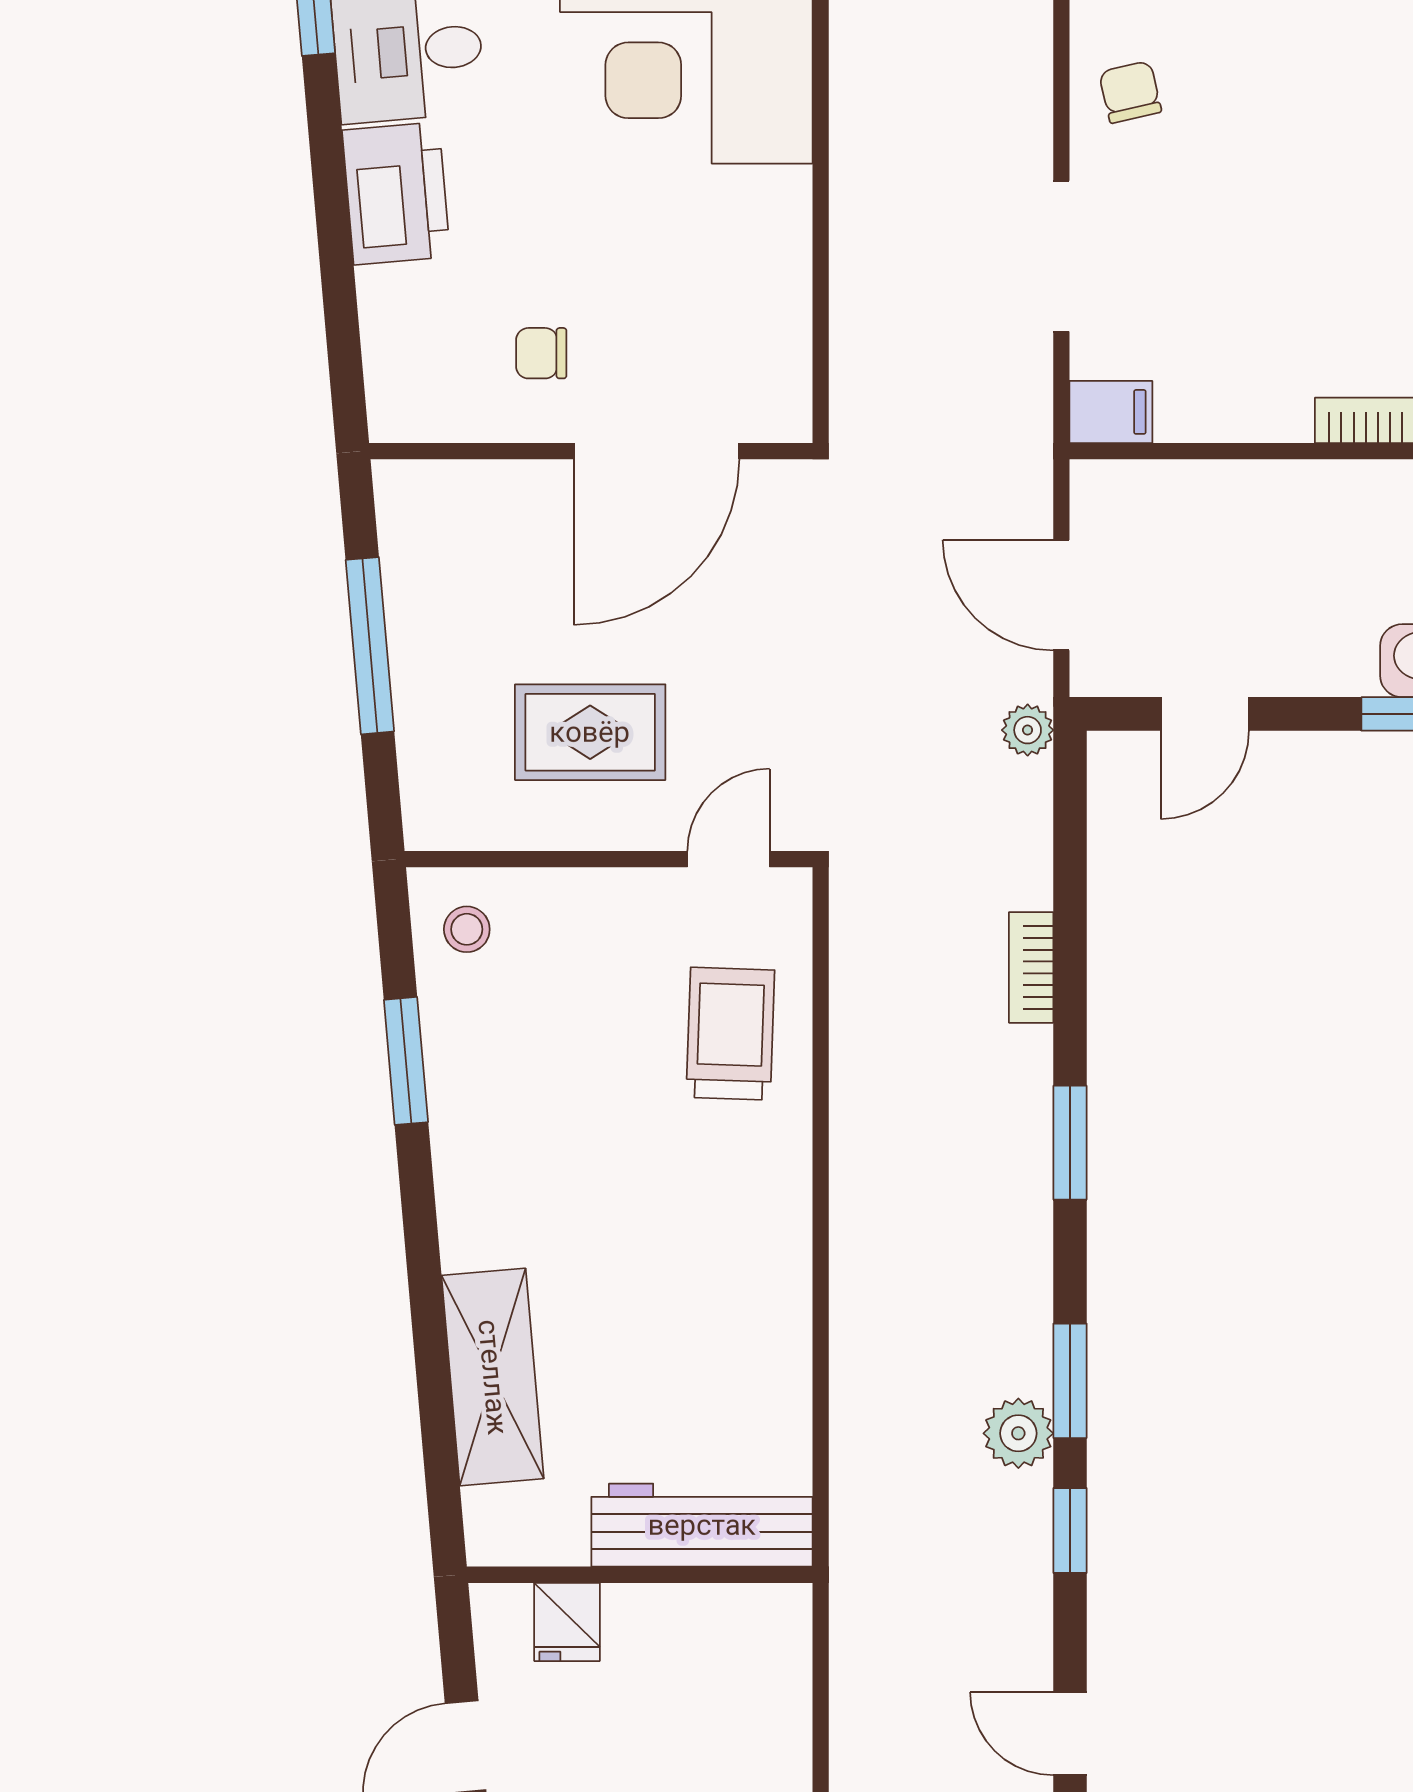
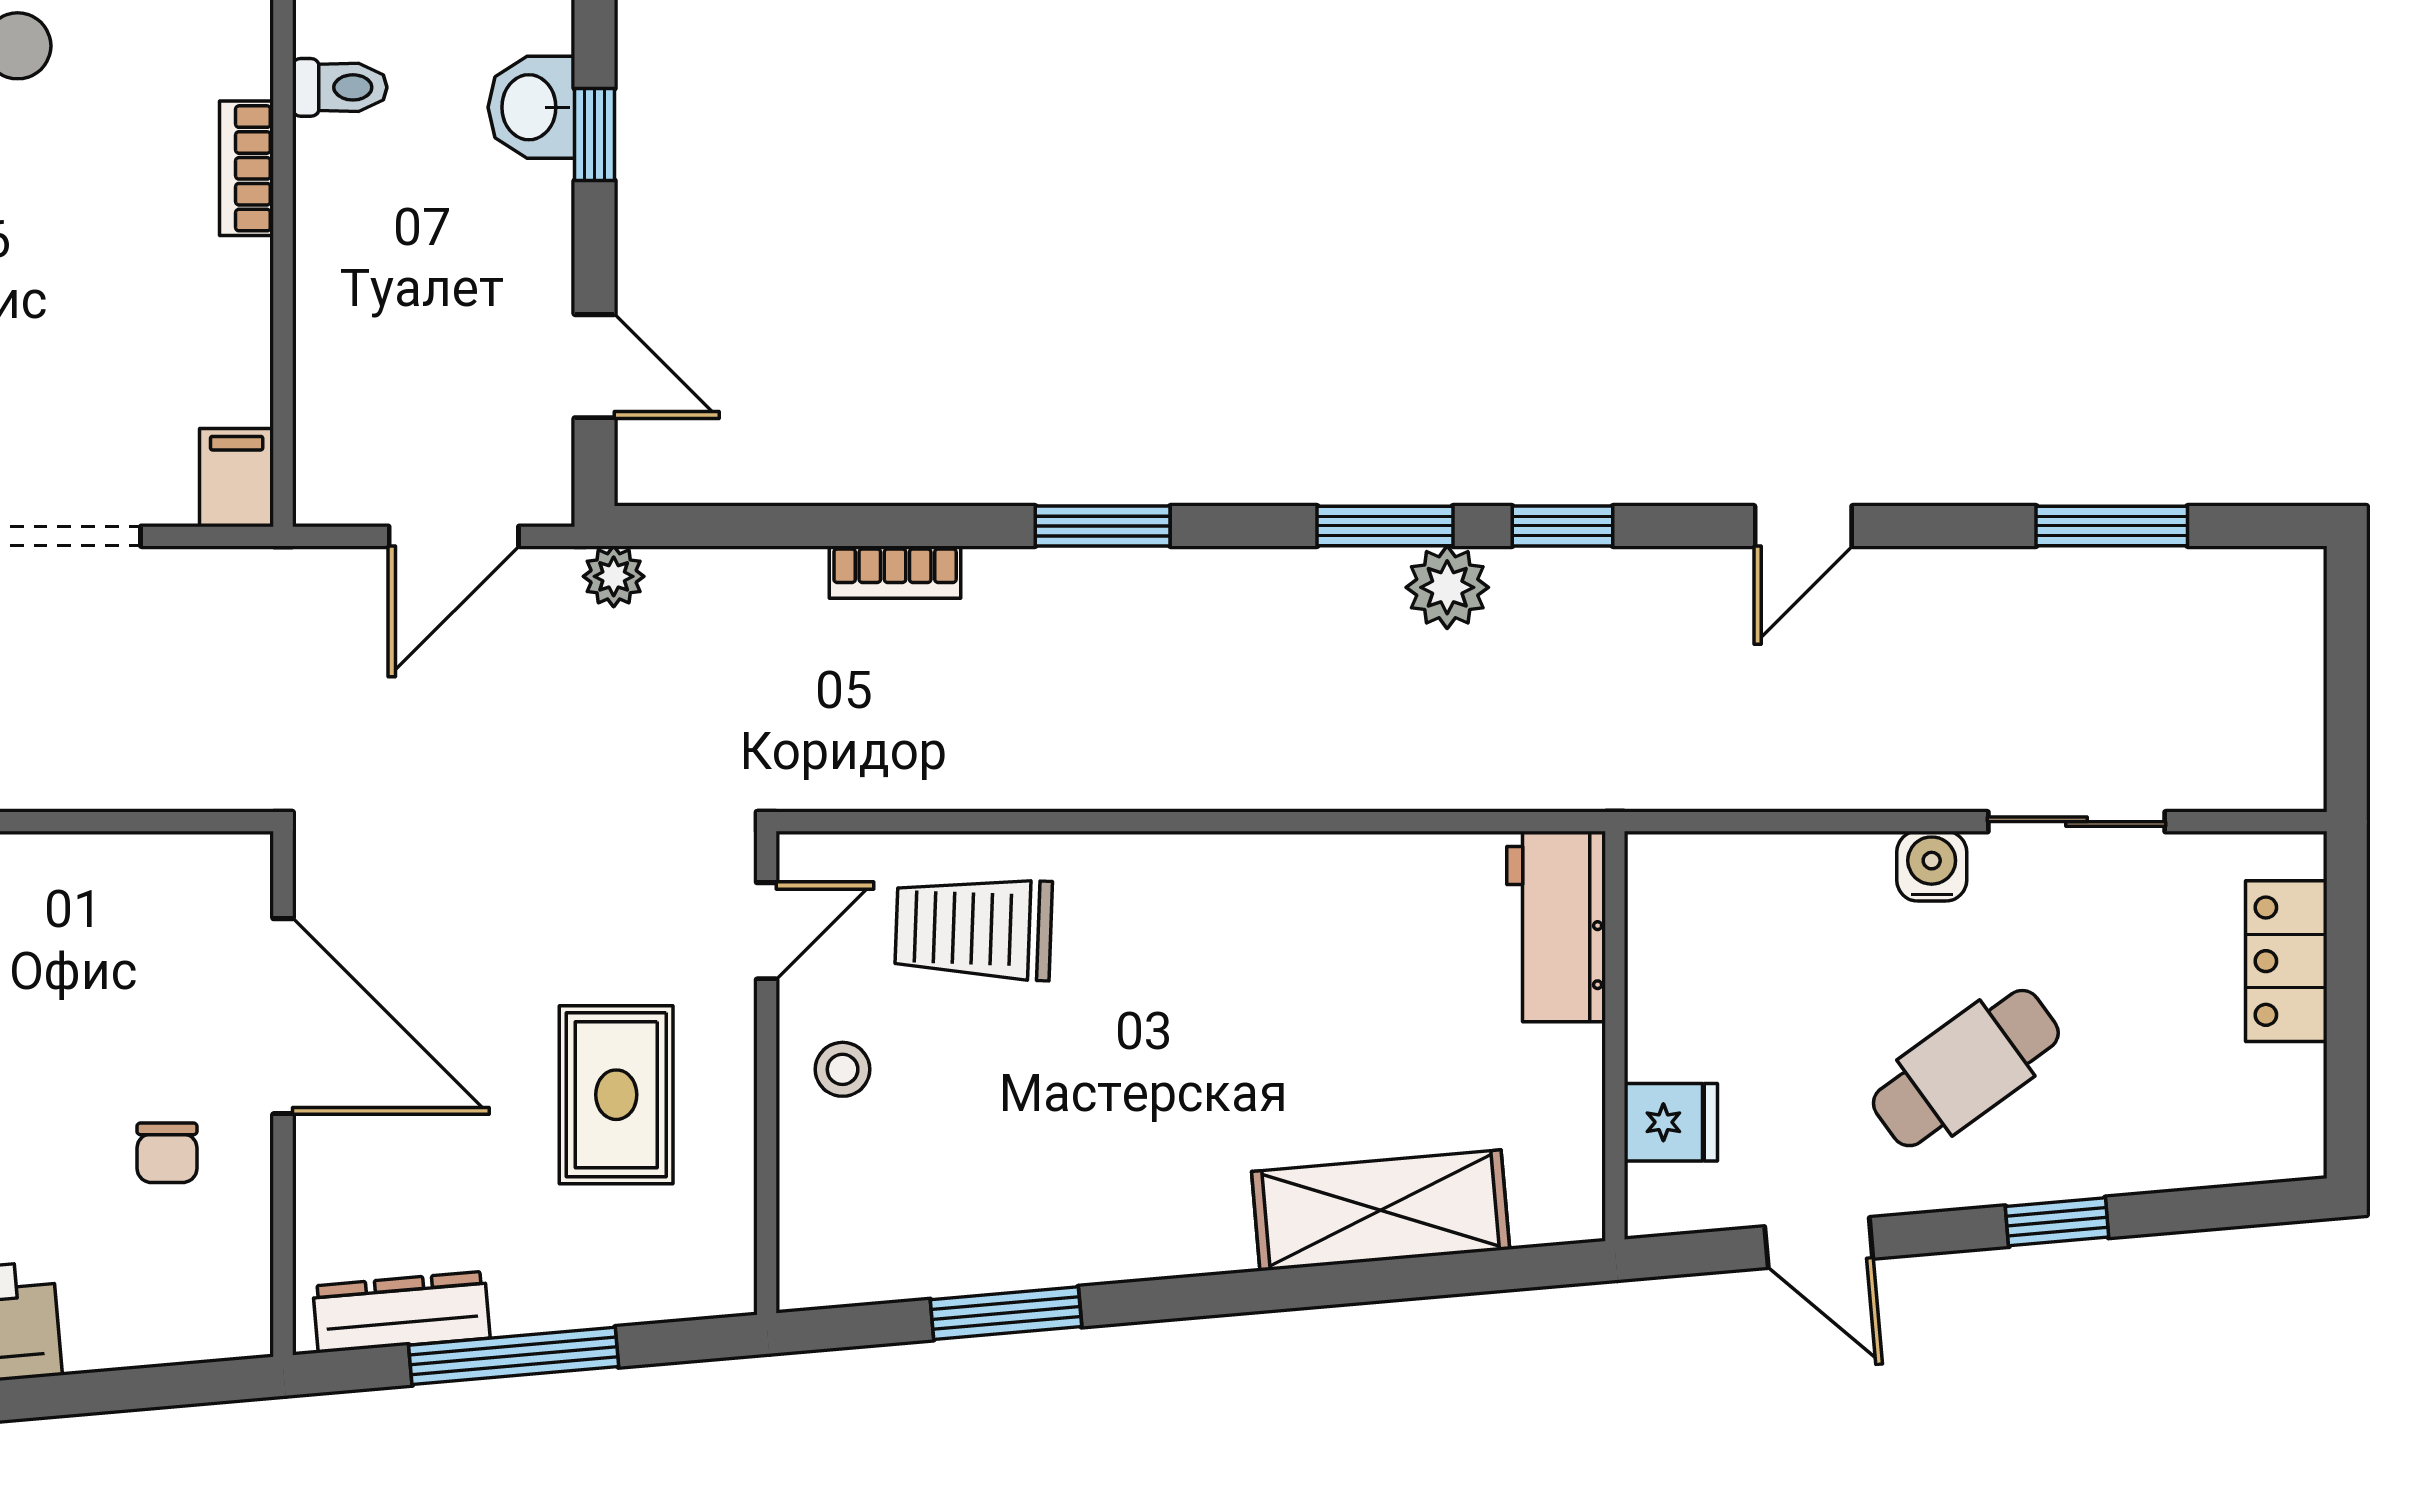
dresser: (407, 551) -> (401, 1312), added
door: (729, 859) -> (767, 931), swing flipped
stool: (467, 929) -> (843, 1069), moved
workbench: (702, 1525) -> (1556, 927), width x0.73

